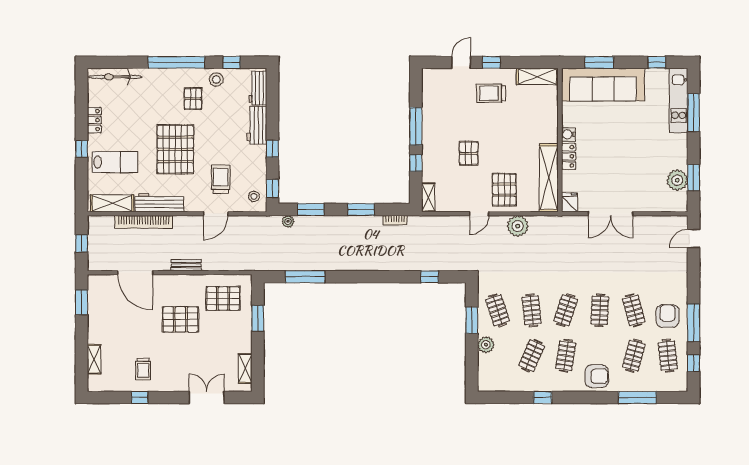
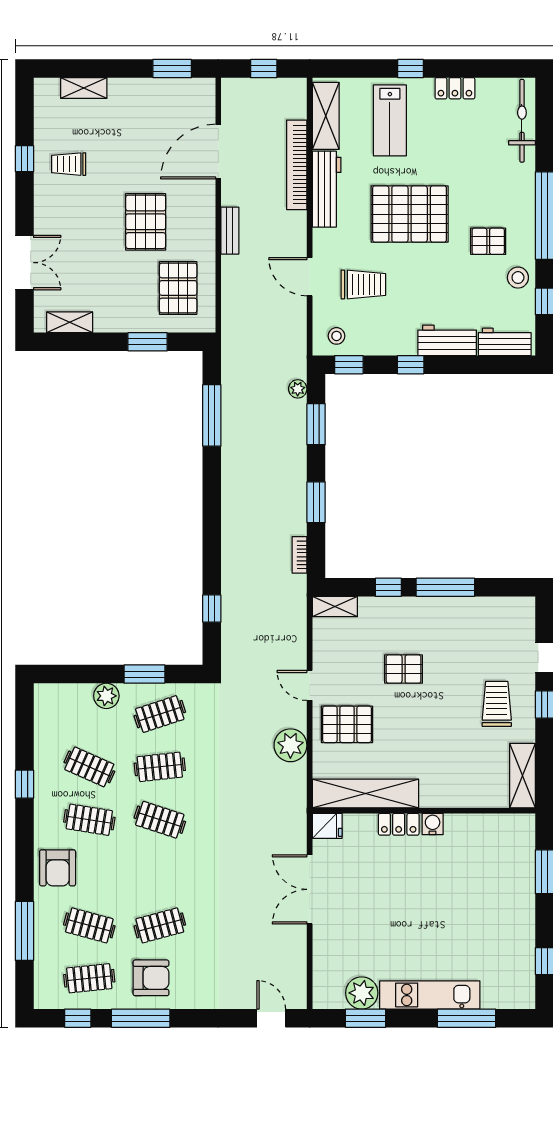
sofa: (603, 85) -> (510, 878), removed
kitchen unit: (679, 100) -> (430, 995), moved
clothes rail: (600, 310) -> (160, 873), removed

